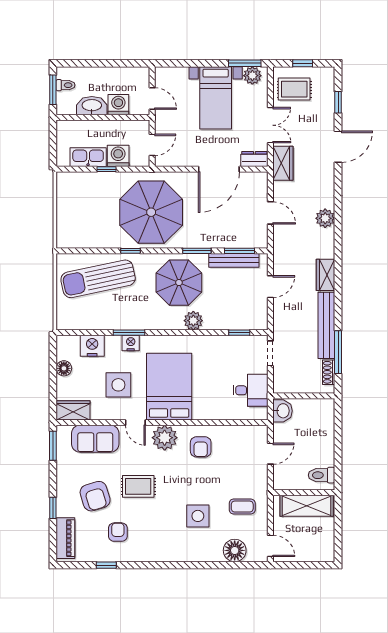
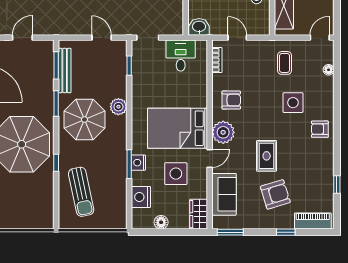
sun lounger: (98, 279) -> (81, 192), width x0.73, depth x0.75
door: (270, 287) -> (102, 38), moved
bookcase: (246, 431) -> (217, 60), added
armchair: (118, 532) -> (320, 129), moved
floor lamp: (235, 550) -> (329, 70), width x0.53, depth x0.53

